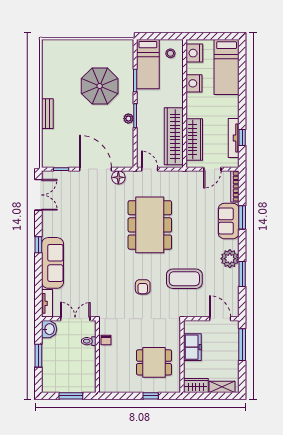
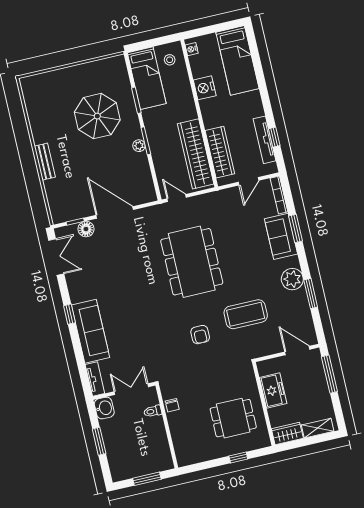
nightstand: (194, 53) -> (192, 49), width x0.53, depth x0.56
floor lamp: (118, 177) -> (86, 229), moved

